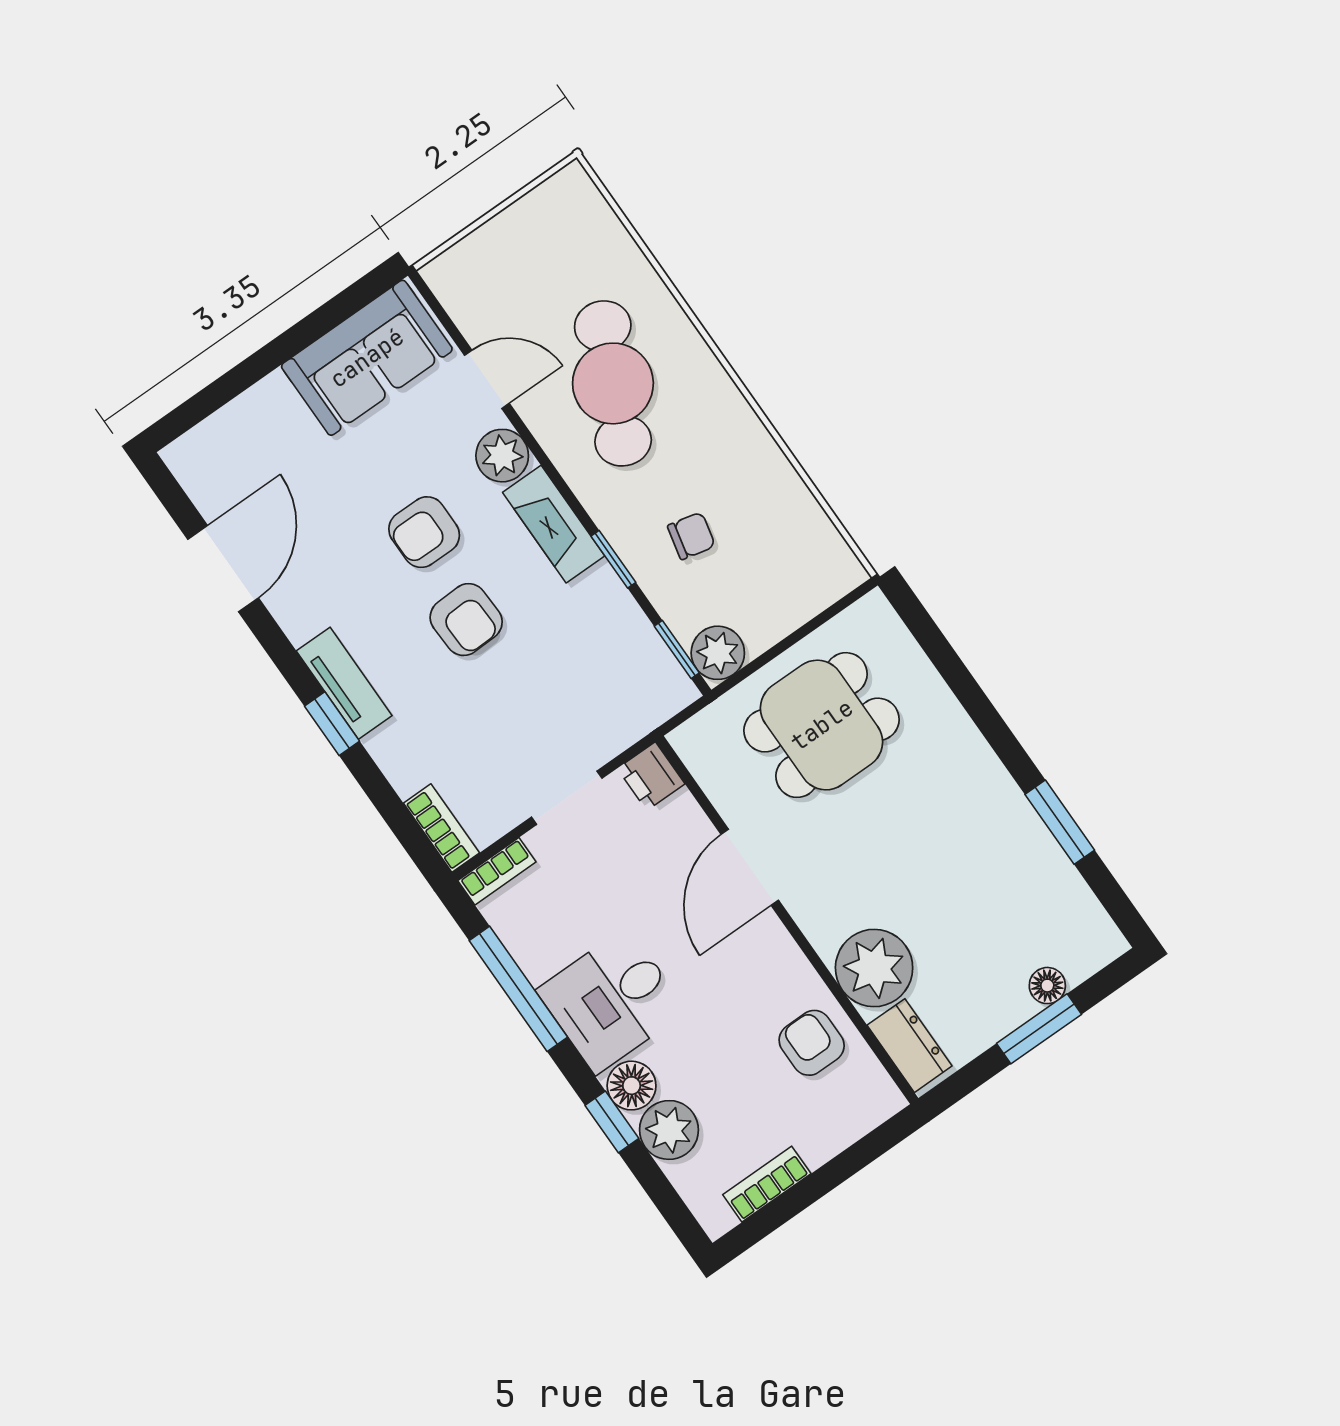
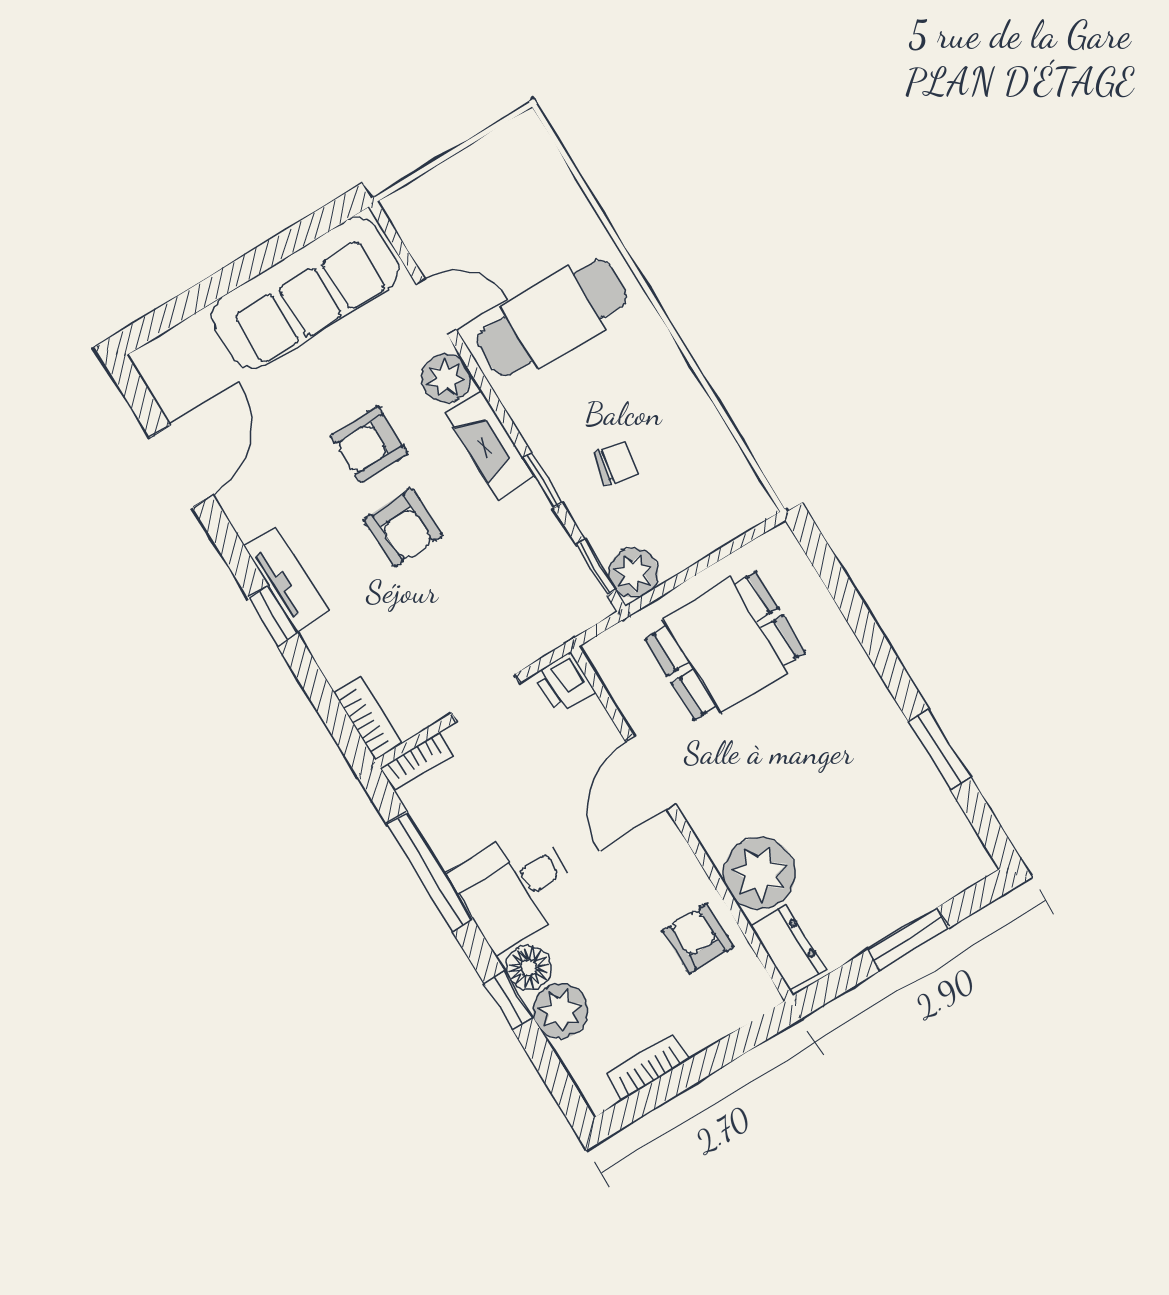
sofa: (367, 358) -> (305, 293), width x1.36
cafe table: (613, 383) -> (552, 318), turned 65
floor lamp: (1047, 986) -> (919, 899), removed

